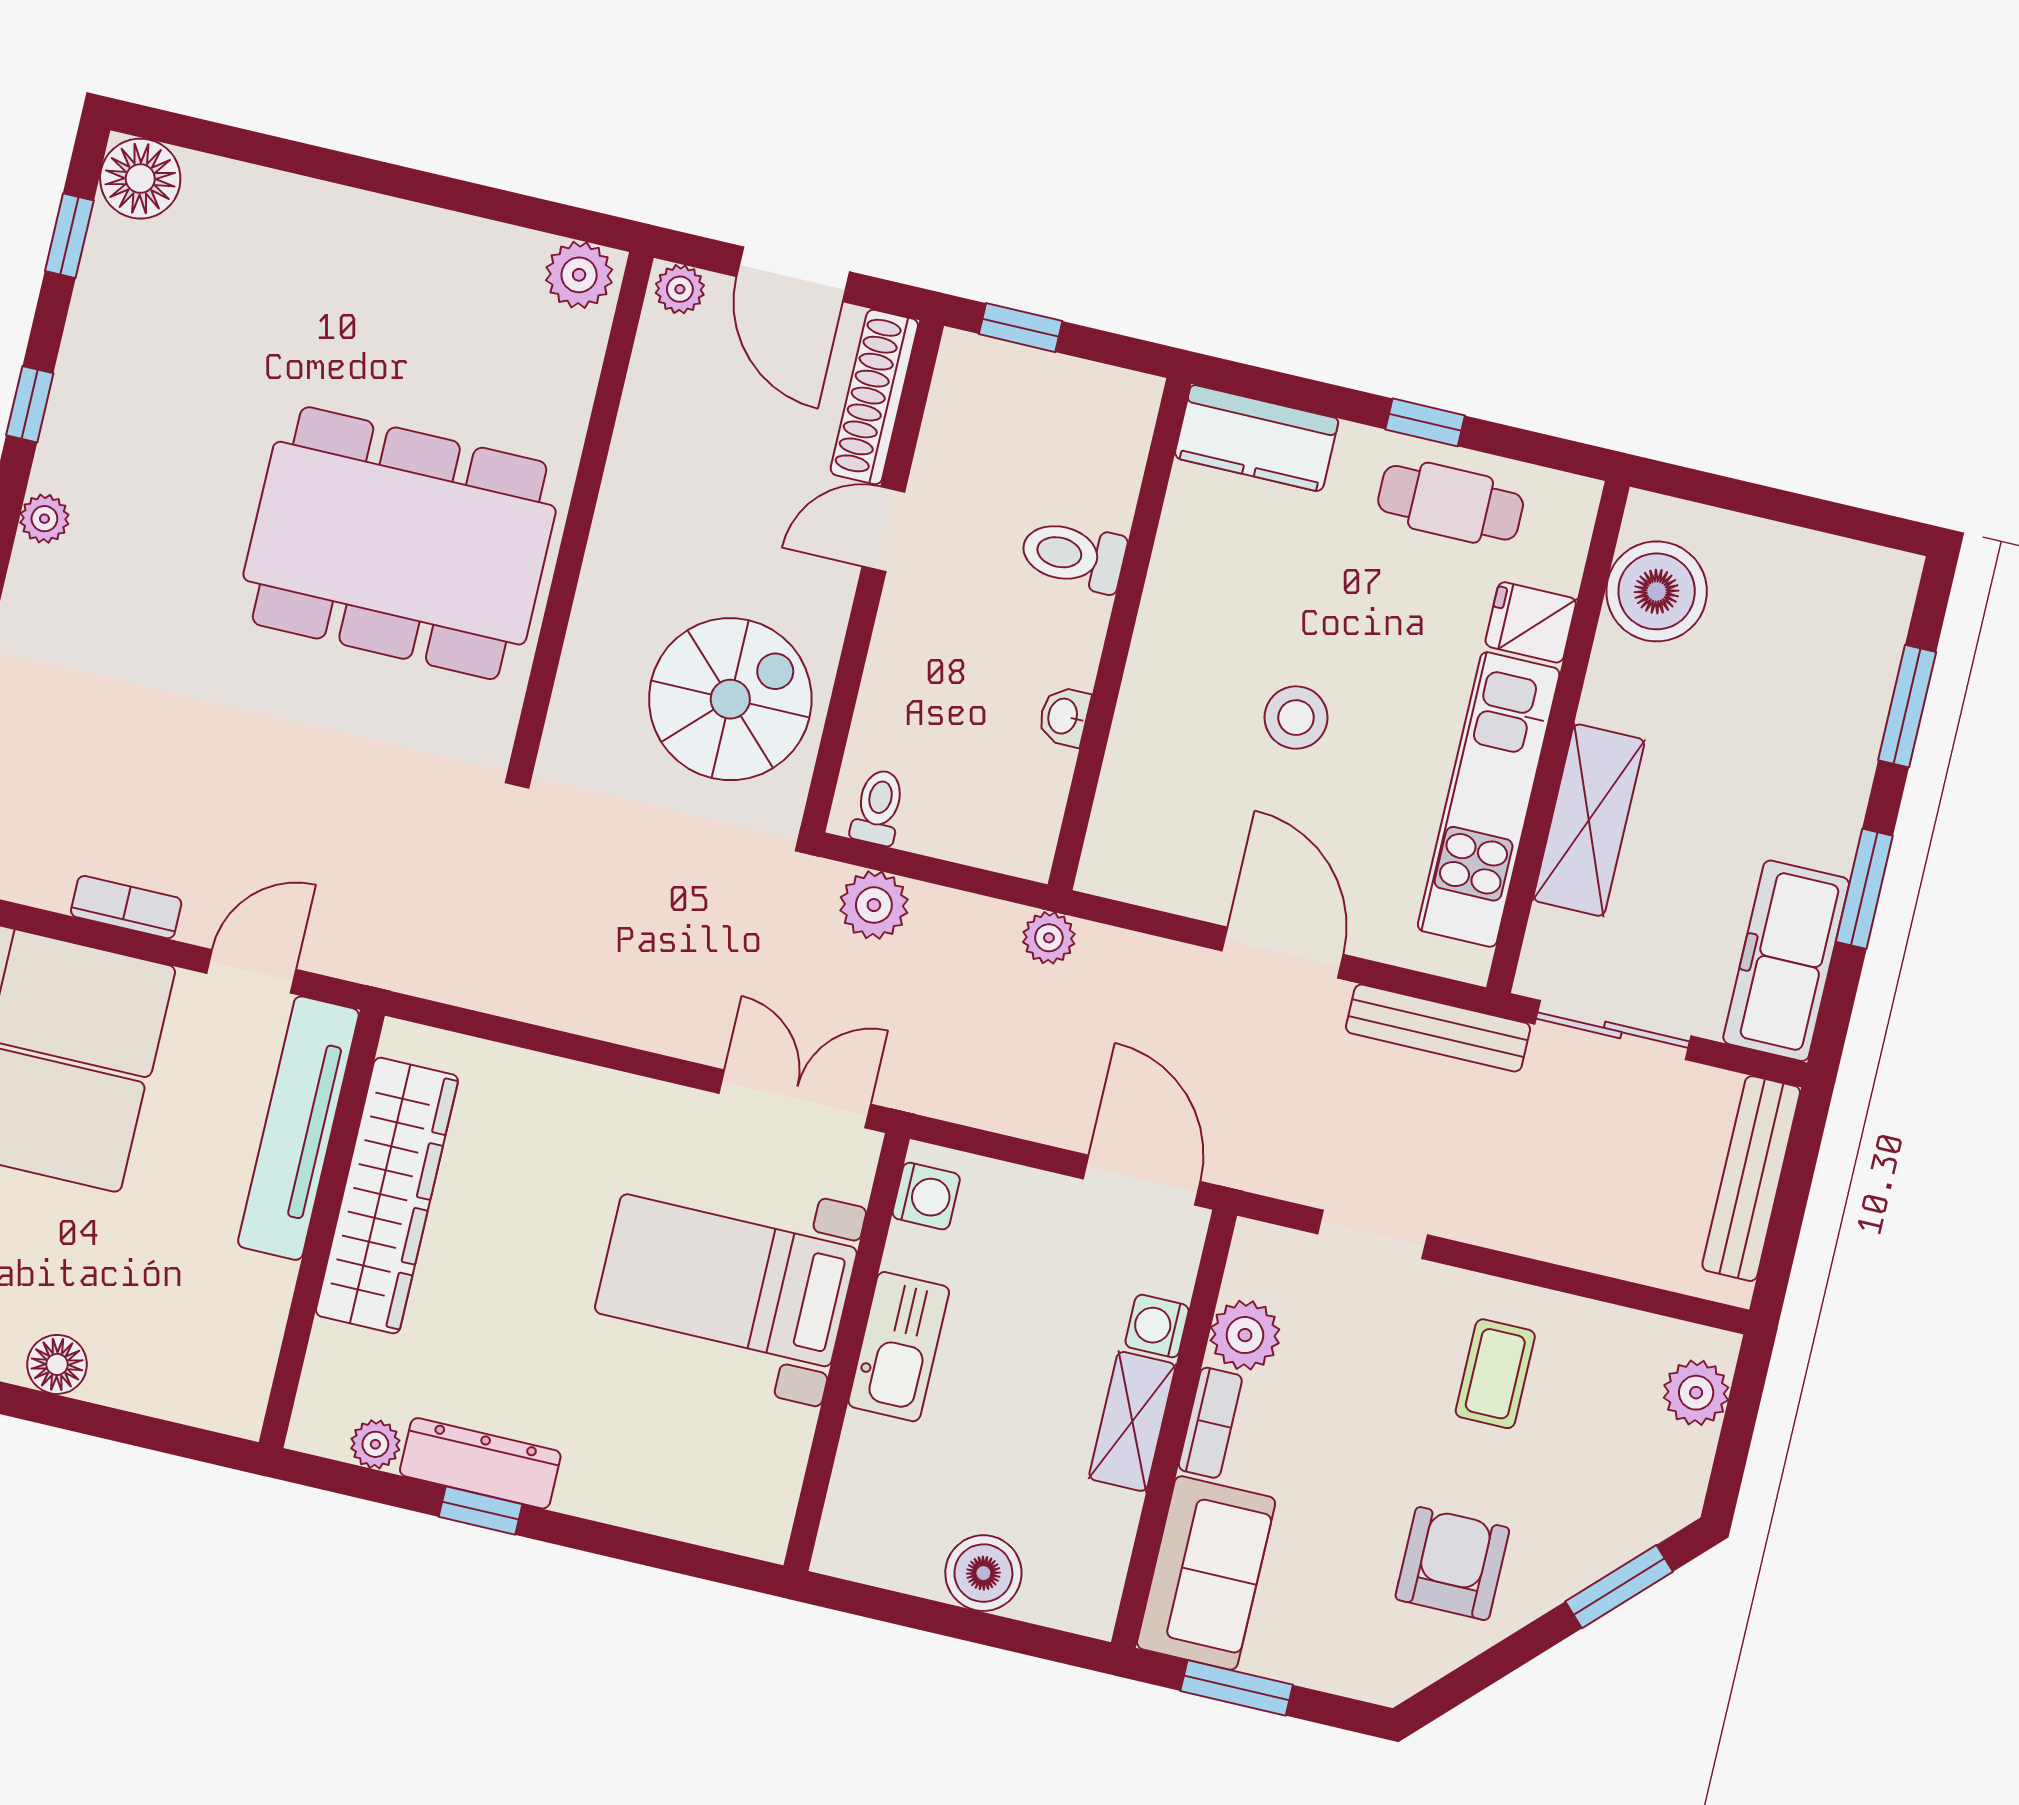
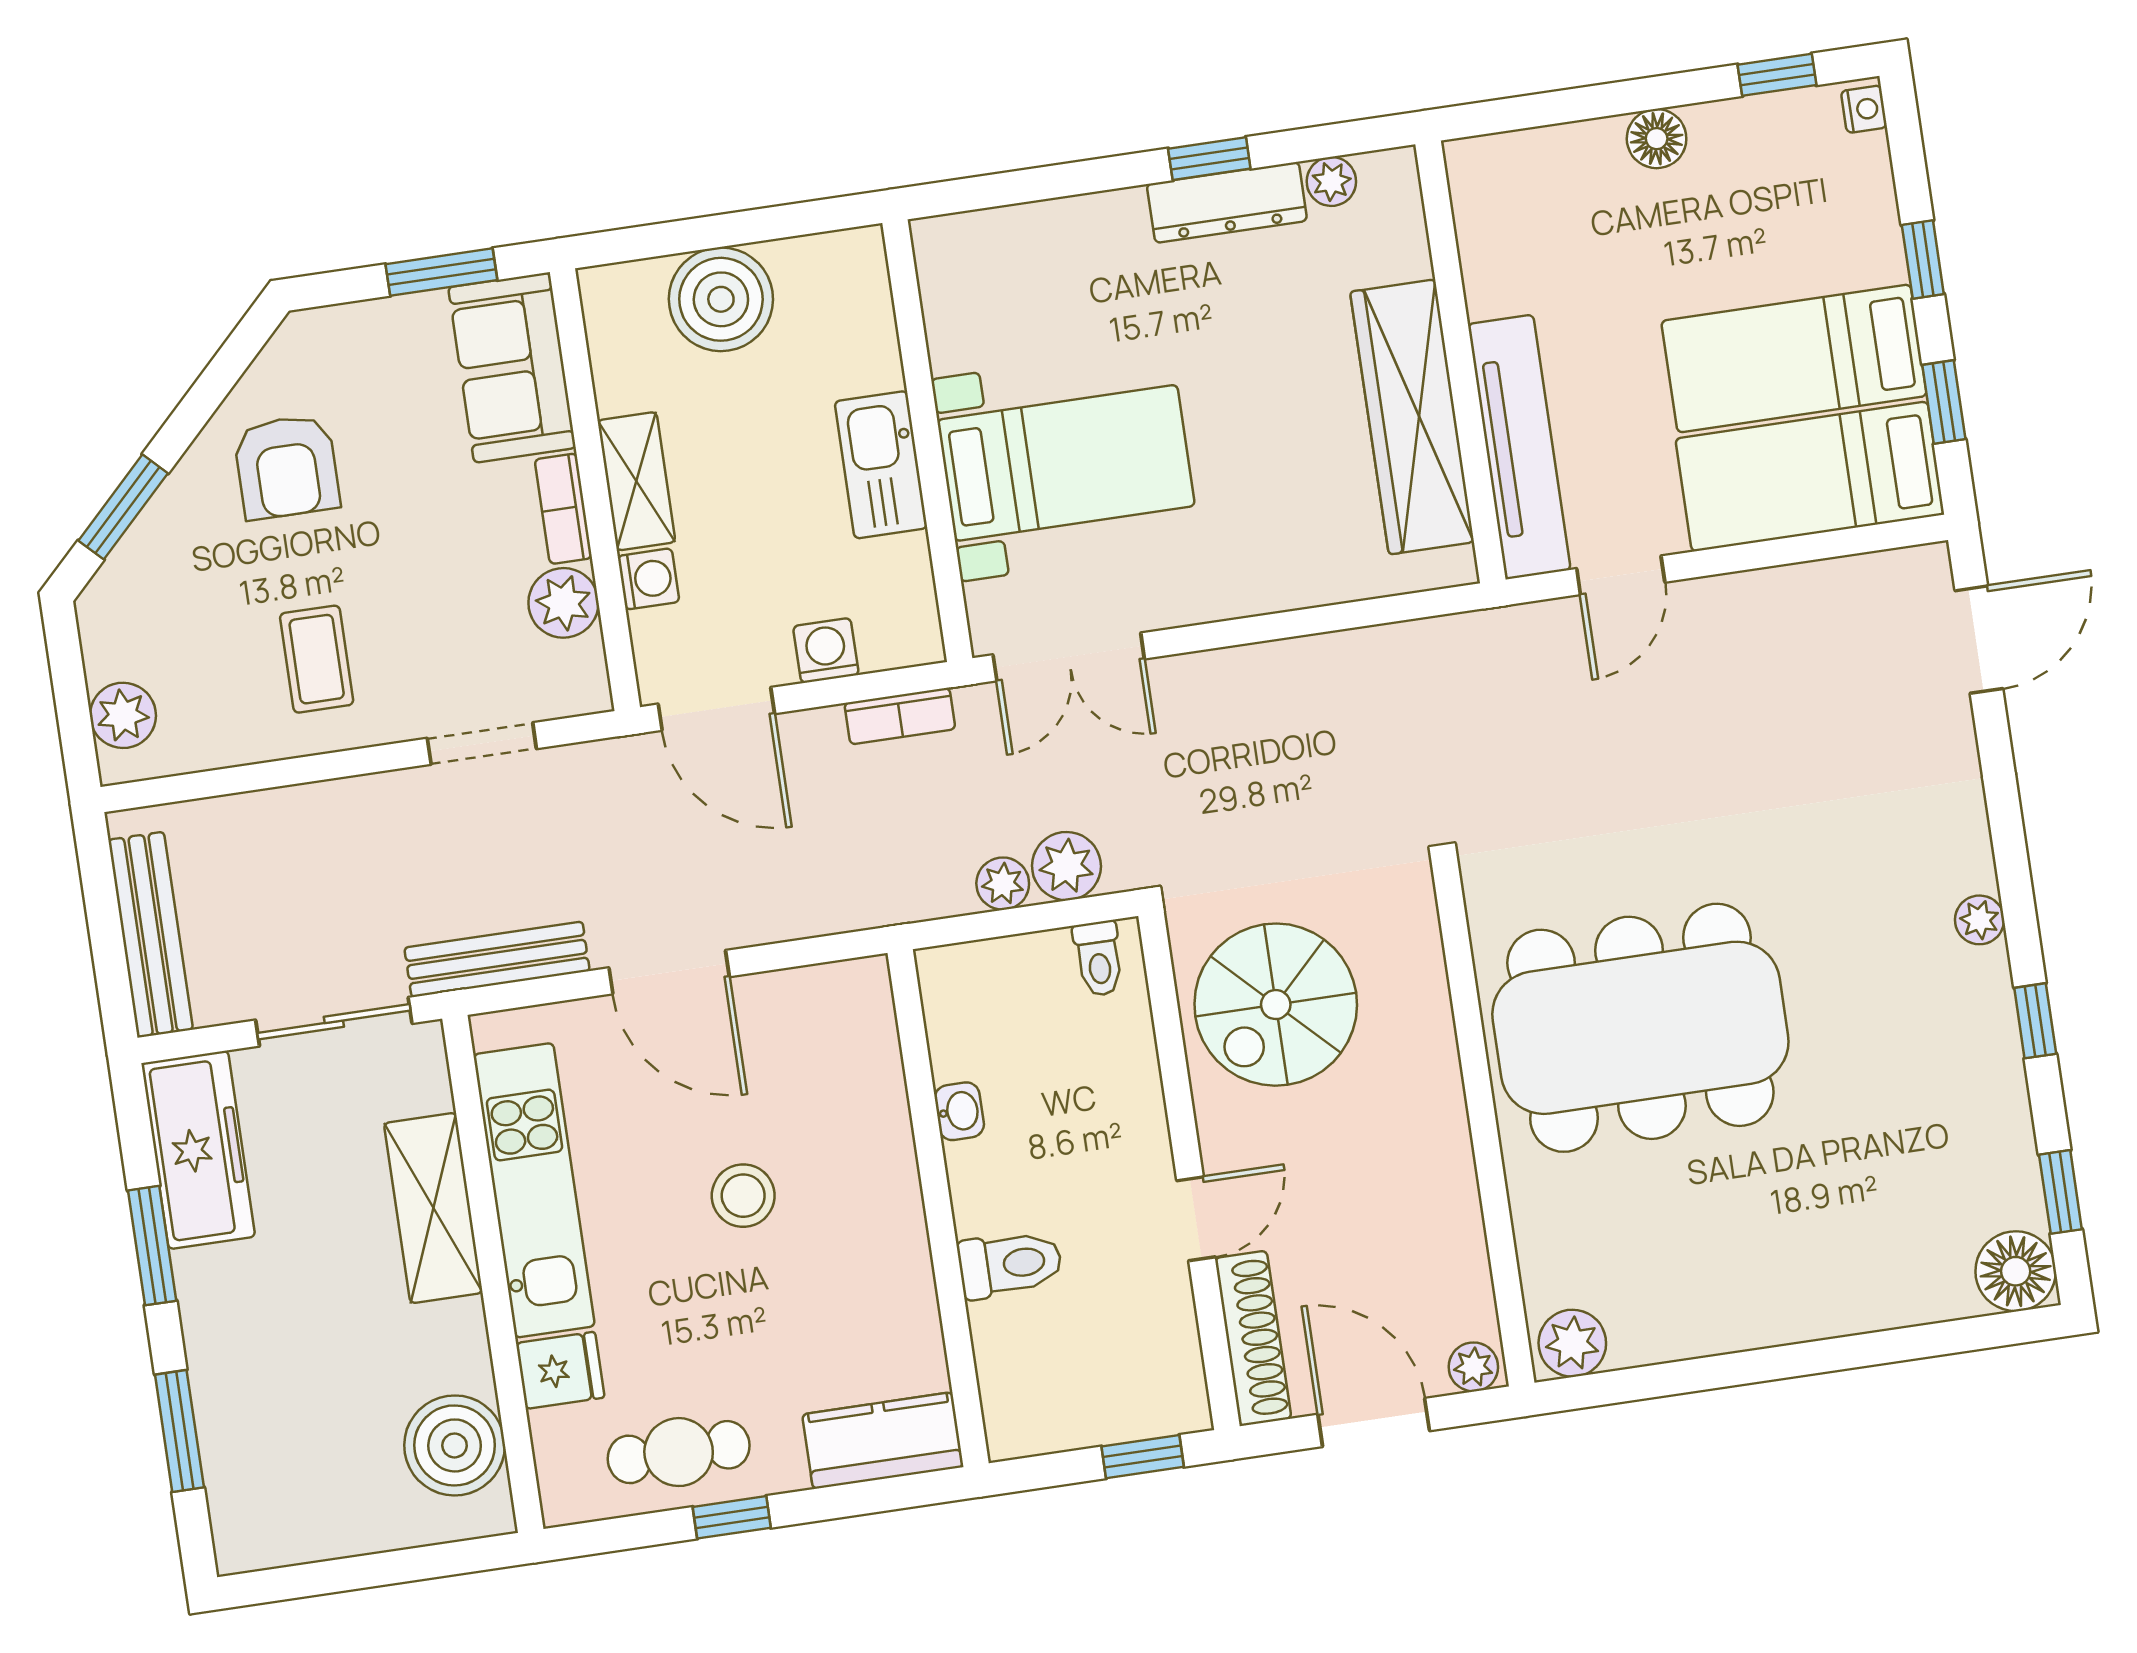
bookcase: (126, 907) -> (900, 716), moved
plant: (1049, 938) -> (1003, 884), moved
washing machine: (926, 1196) -> (826, 651), moved, turned 90
boiler: (983, 1573) -> (721, 299), width x1.37, depth x1.37

